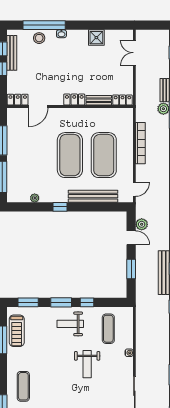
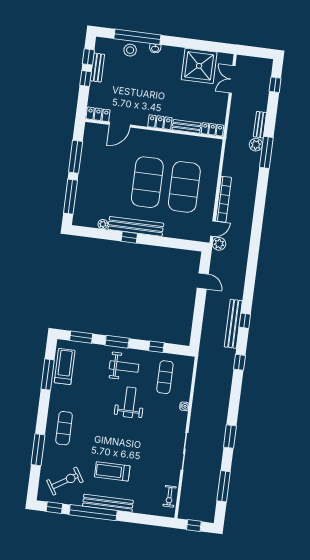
shower: (96, 38) -> (199, 66), width x1.86, depth x1.86
bench: (12, 53) -> (97, 68), width x0.73
bookcase: (140, 143) -> (223, 199), moved
bench: (93, 196) -> (136, 226), moved
plant: (142, 224) -> (219, 244), moved
window: (131, 269) -> (198, 315), removed
window: (87, 302) -> (156, 347), moved
weight bench: (70, 324) -> (124, 367), turned 180
treadmill: (17, 331) -> (65, 367), turned 180
weight bench: (87, 364) -> (130, 402), moved, turned 180

